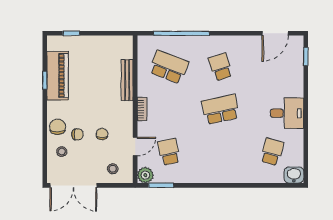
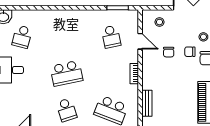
bench: (127, 80) -> (147, 103), width x0.73
door: (135, 146) -> (140, 41), swing flipped
plant: (145, 175) -> (131, 17), removed

